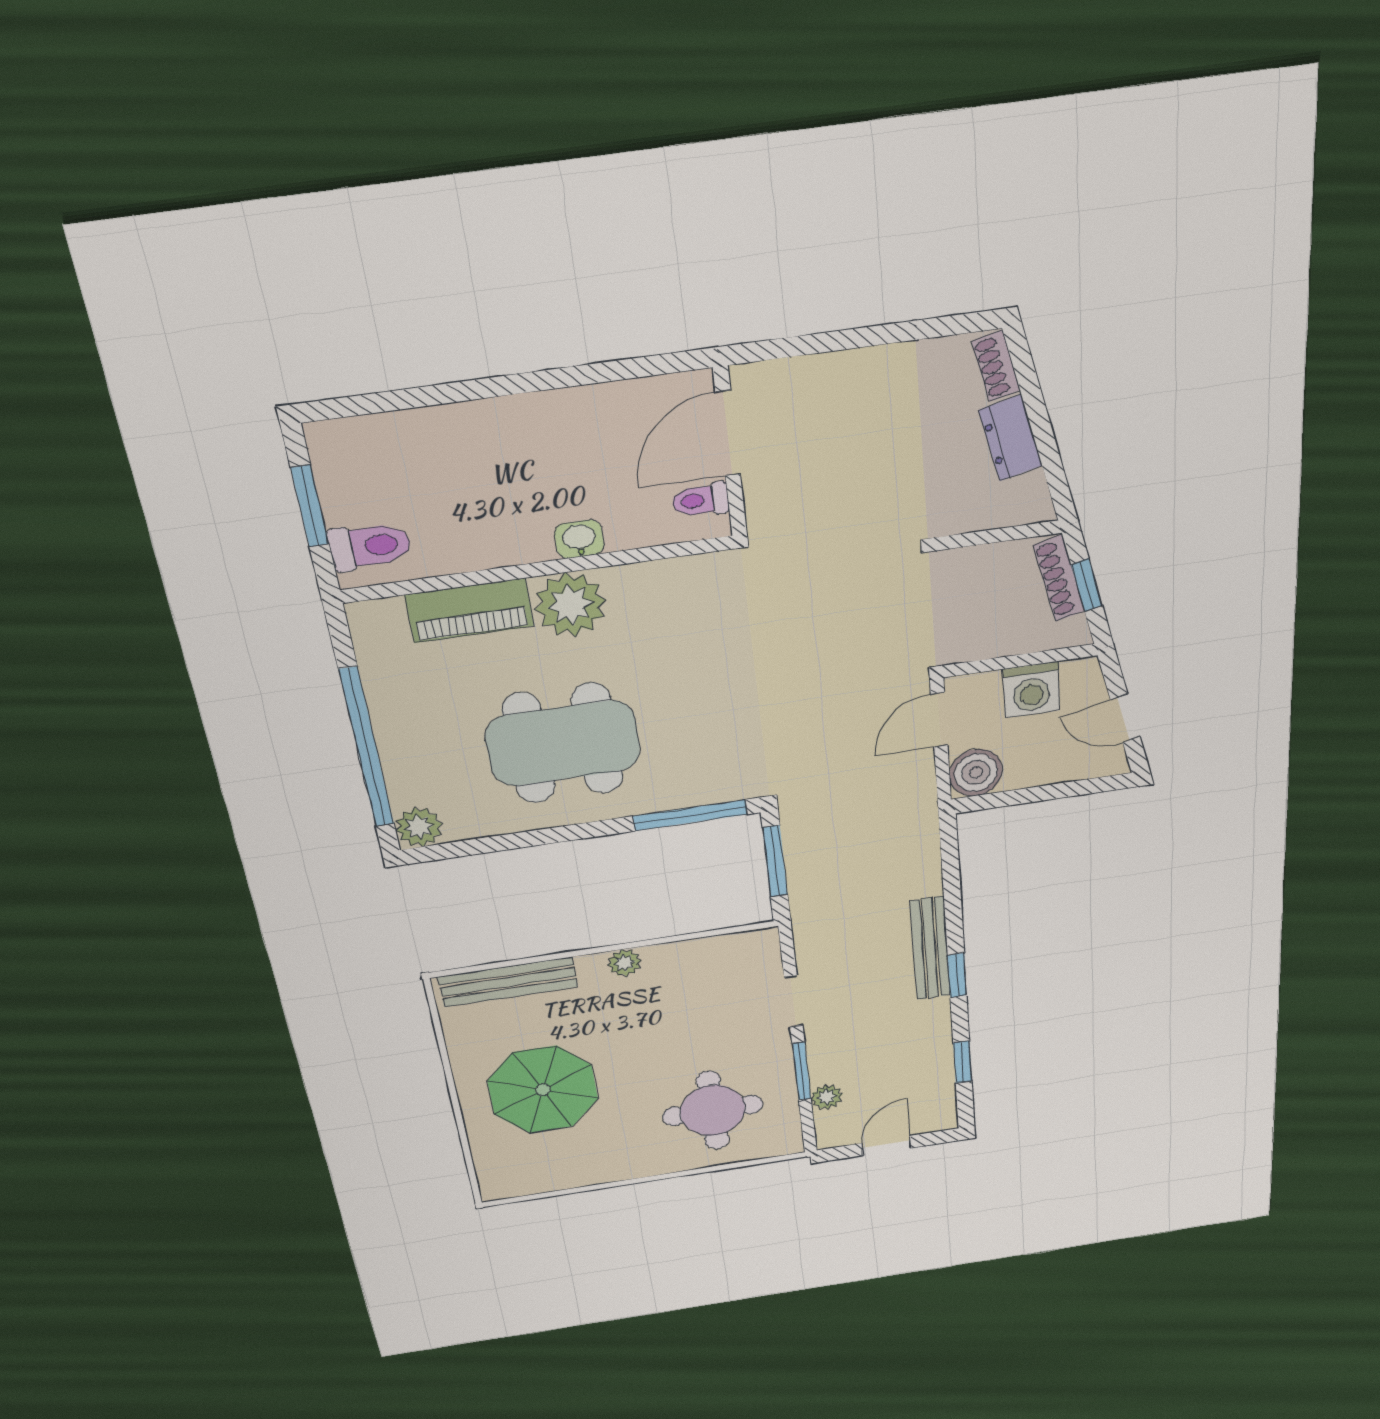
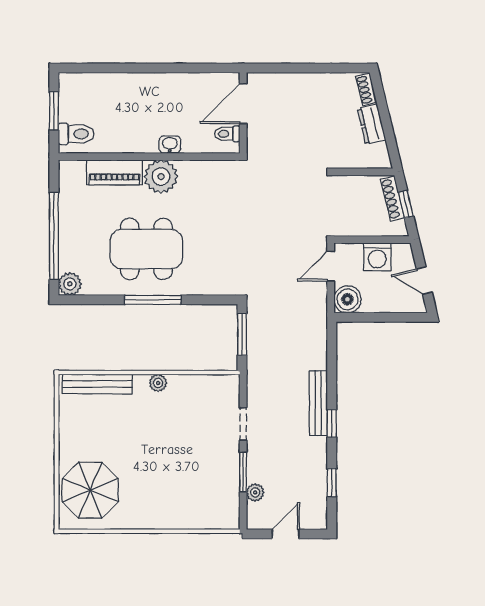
window: (690, 815) -> (153, 300), moved
parasol: (543, 1090) -> (90, 490), moved
round table: (713, 1110) -> (192, 490), removed

